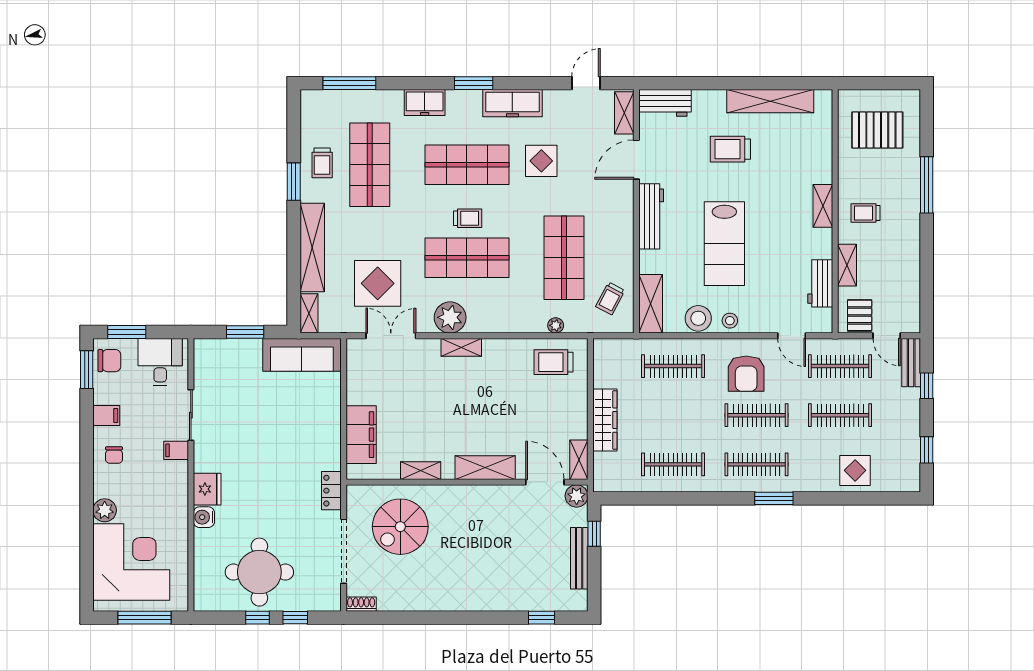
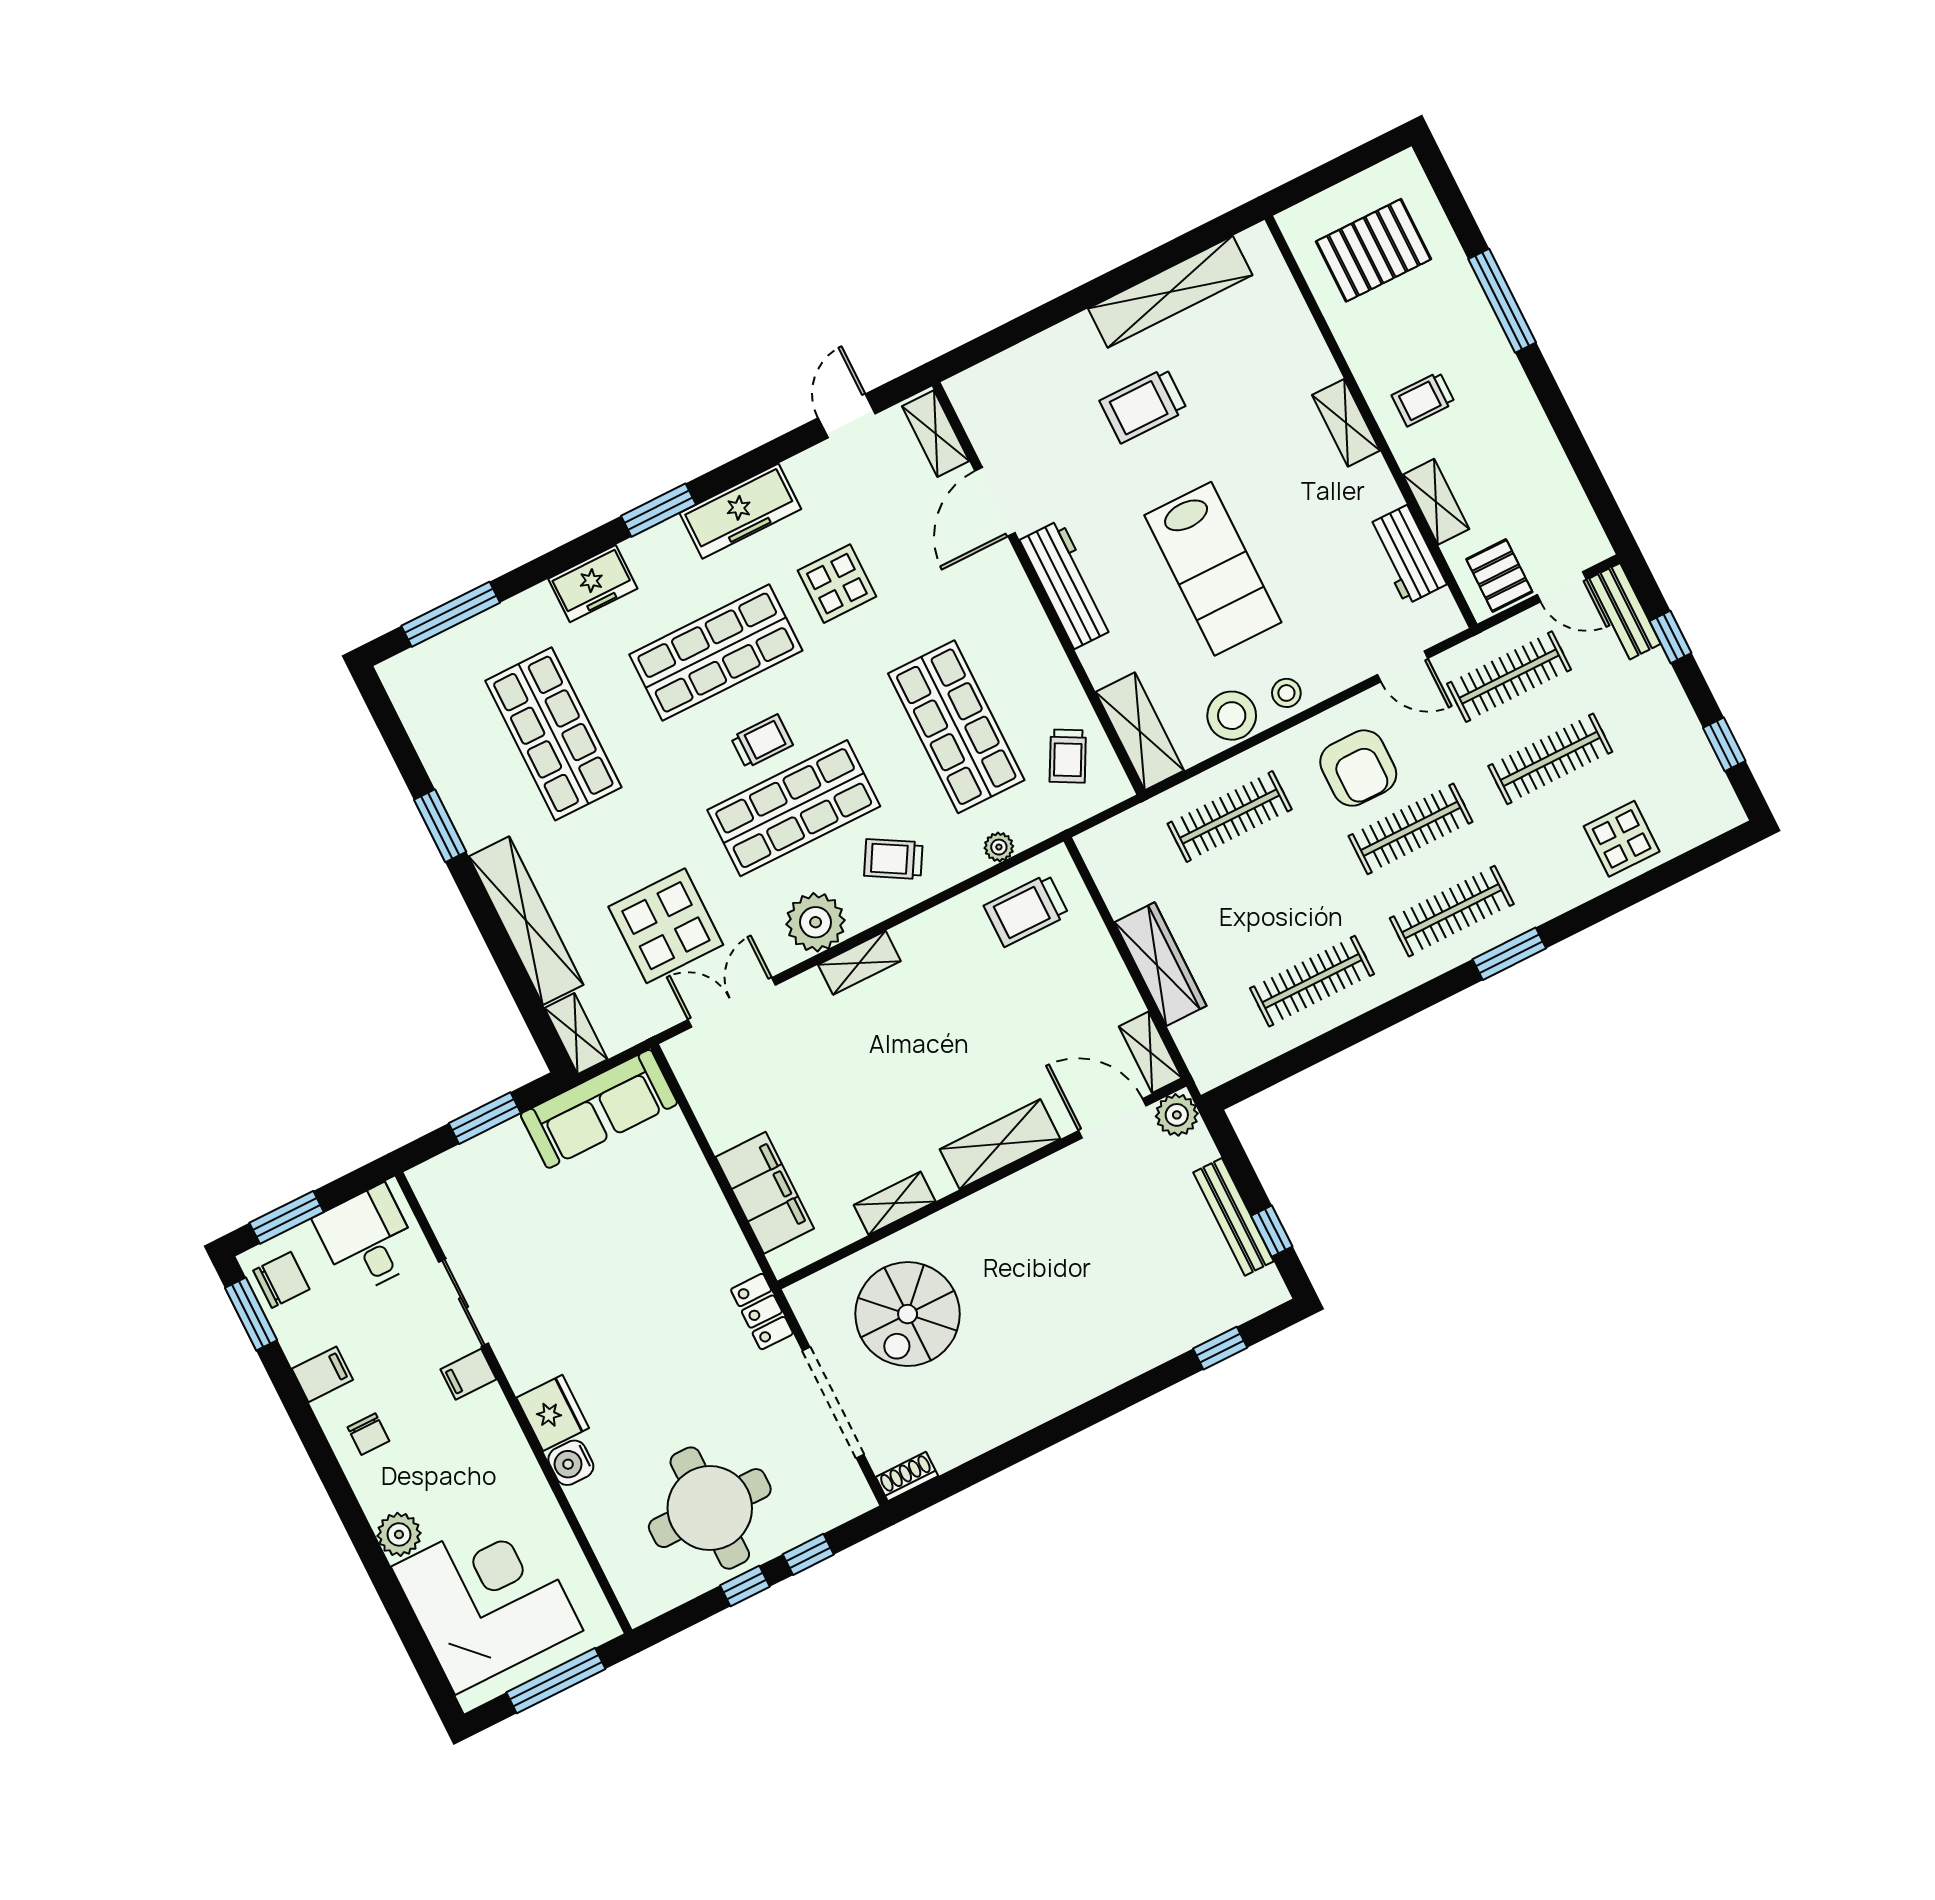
workbench: (665, 103) -> (995, 383), removed
trolley: (322, 163) -> (893, 859), moved, turned 120
window: (594, 534) -> (1272, 1231), moved

